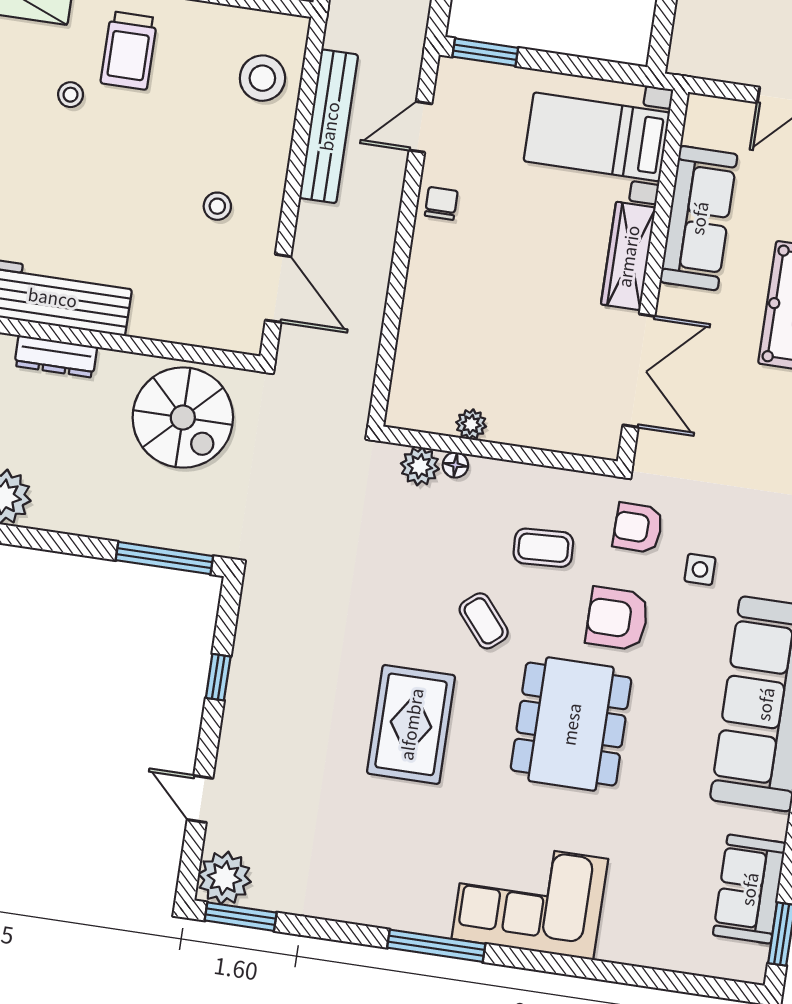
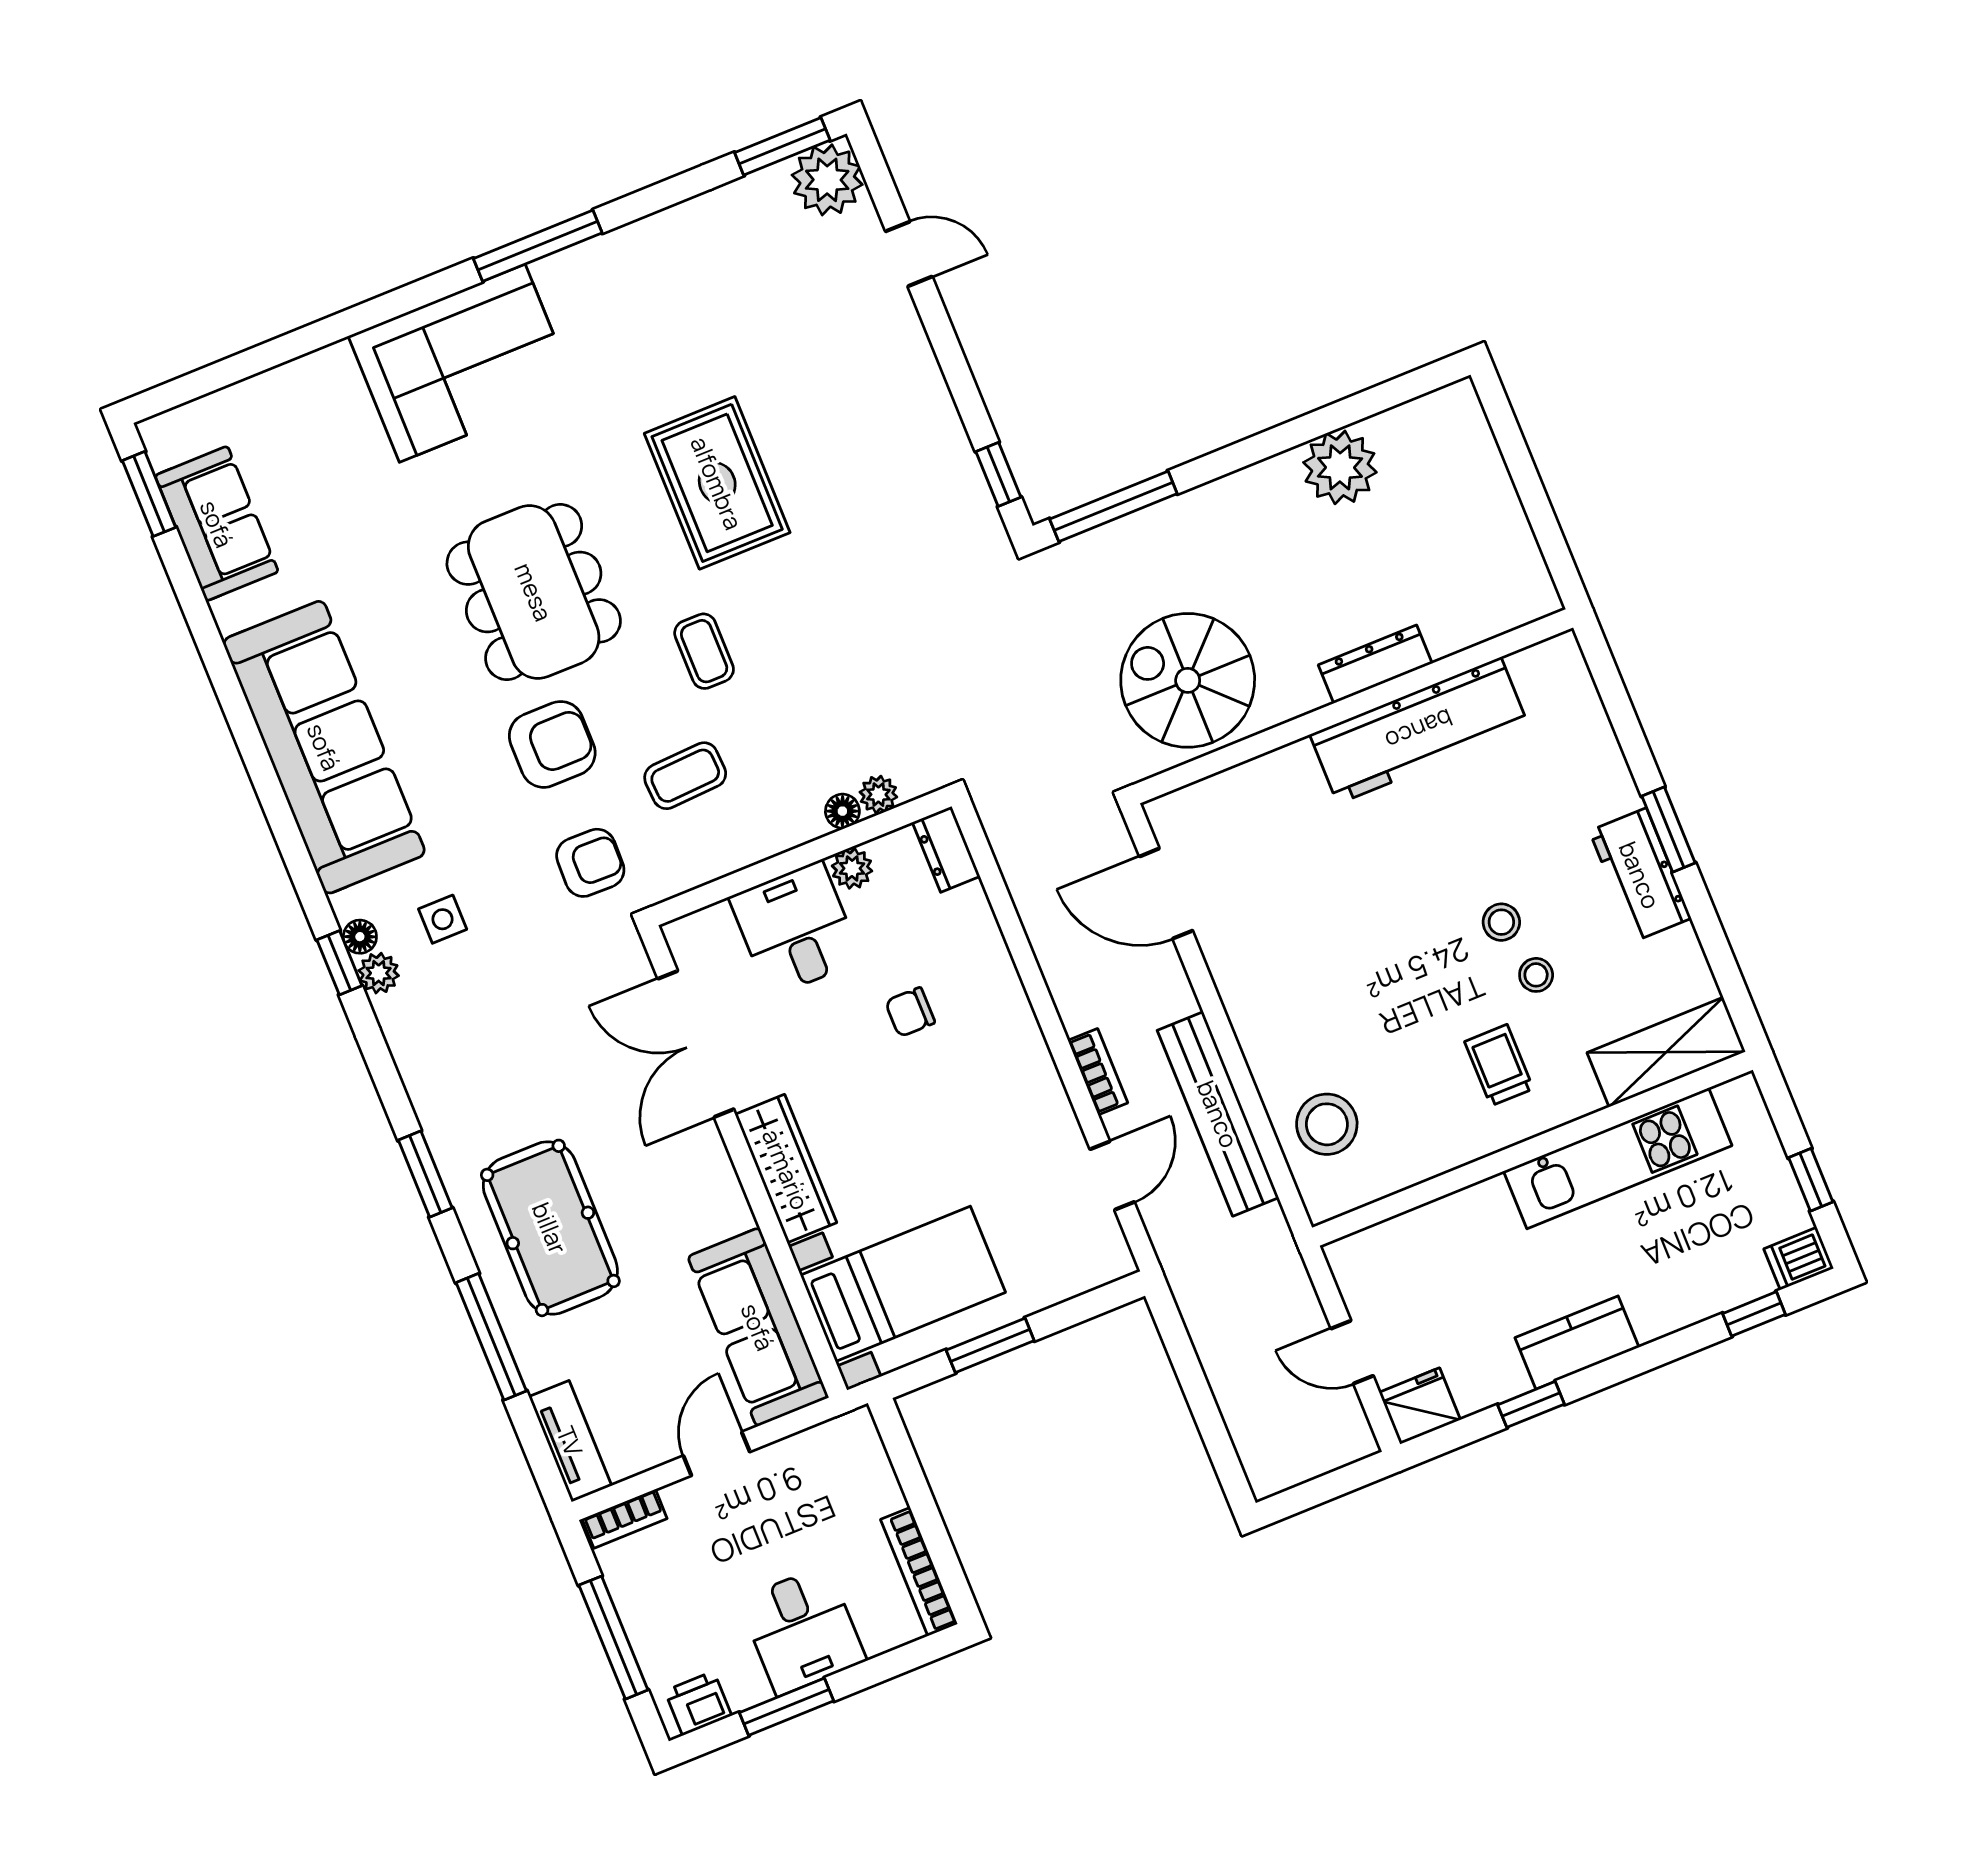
trolley: (129, 51) -> (1499, 1065), width x0.73, depth x0.72
window: (485, 52) -> (990, 1345), moved
bookcase: (390, 199) -> (1098, 1072), added
chair: (441, 203) -> (910, 1012), moved, turned 90
stool: (217, 206) -> (1501, 922), moved
sofa: (699, 218) -> (758, 1327), moved
dresser: (403, 401) -> (946, 849), added
desk: (531, 407) -> (795, 929), added
plant: (420, 466) -> (878, 795), width x0.73, depth x0.73
side table: (700, 569) -> (443, 919), moved
coffee table: (484, 621) -> (704, 651), turned 40
window: (218, 677) -> (998, 474), moved

